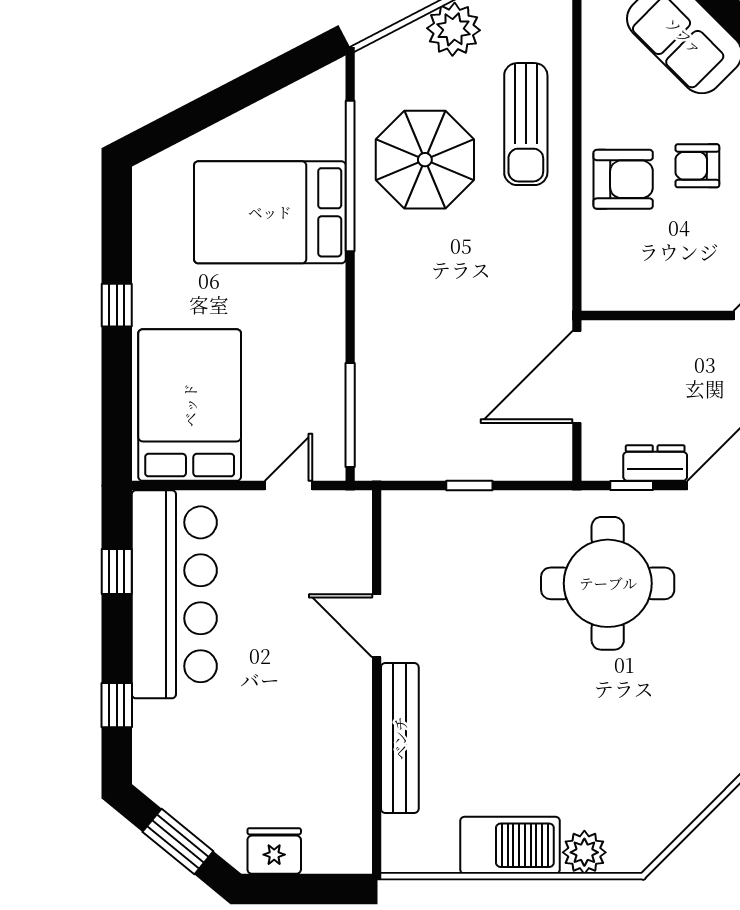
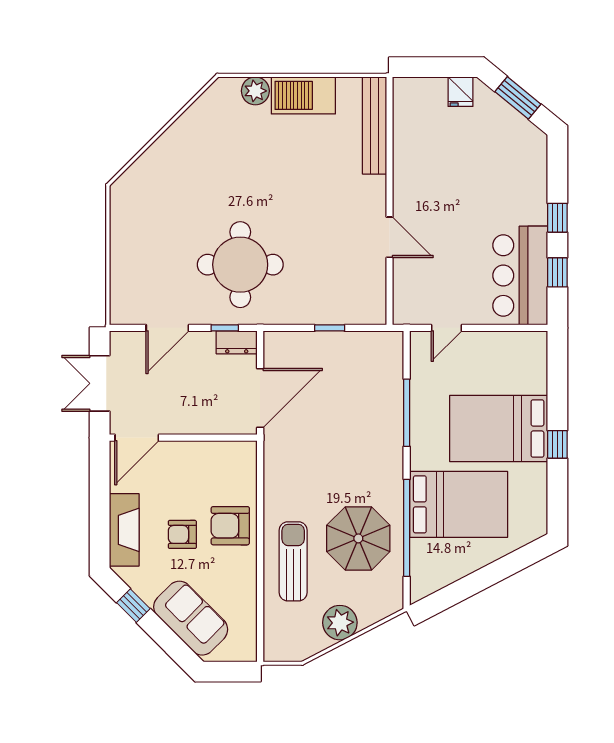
armchair: (697, 166) -> (182, 534), turned 180
bed: (190, 405) -> (499, 428), moved, turned 90
window: (350, 415) -> (407, 413), moved
dresser: (655, 463) -> (237, 342), moved
bar counter: (174, 594) -> (520, 276), width x0.73
window: (117, 705) -> (557, 218), moved
bench: (400, 738) -> (375, 125), moved
fridge: (274, 851) -> (460, 92), width x0.72

